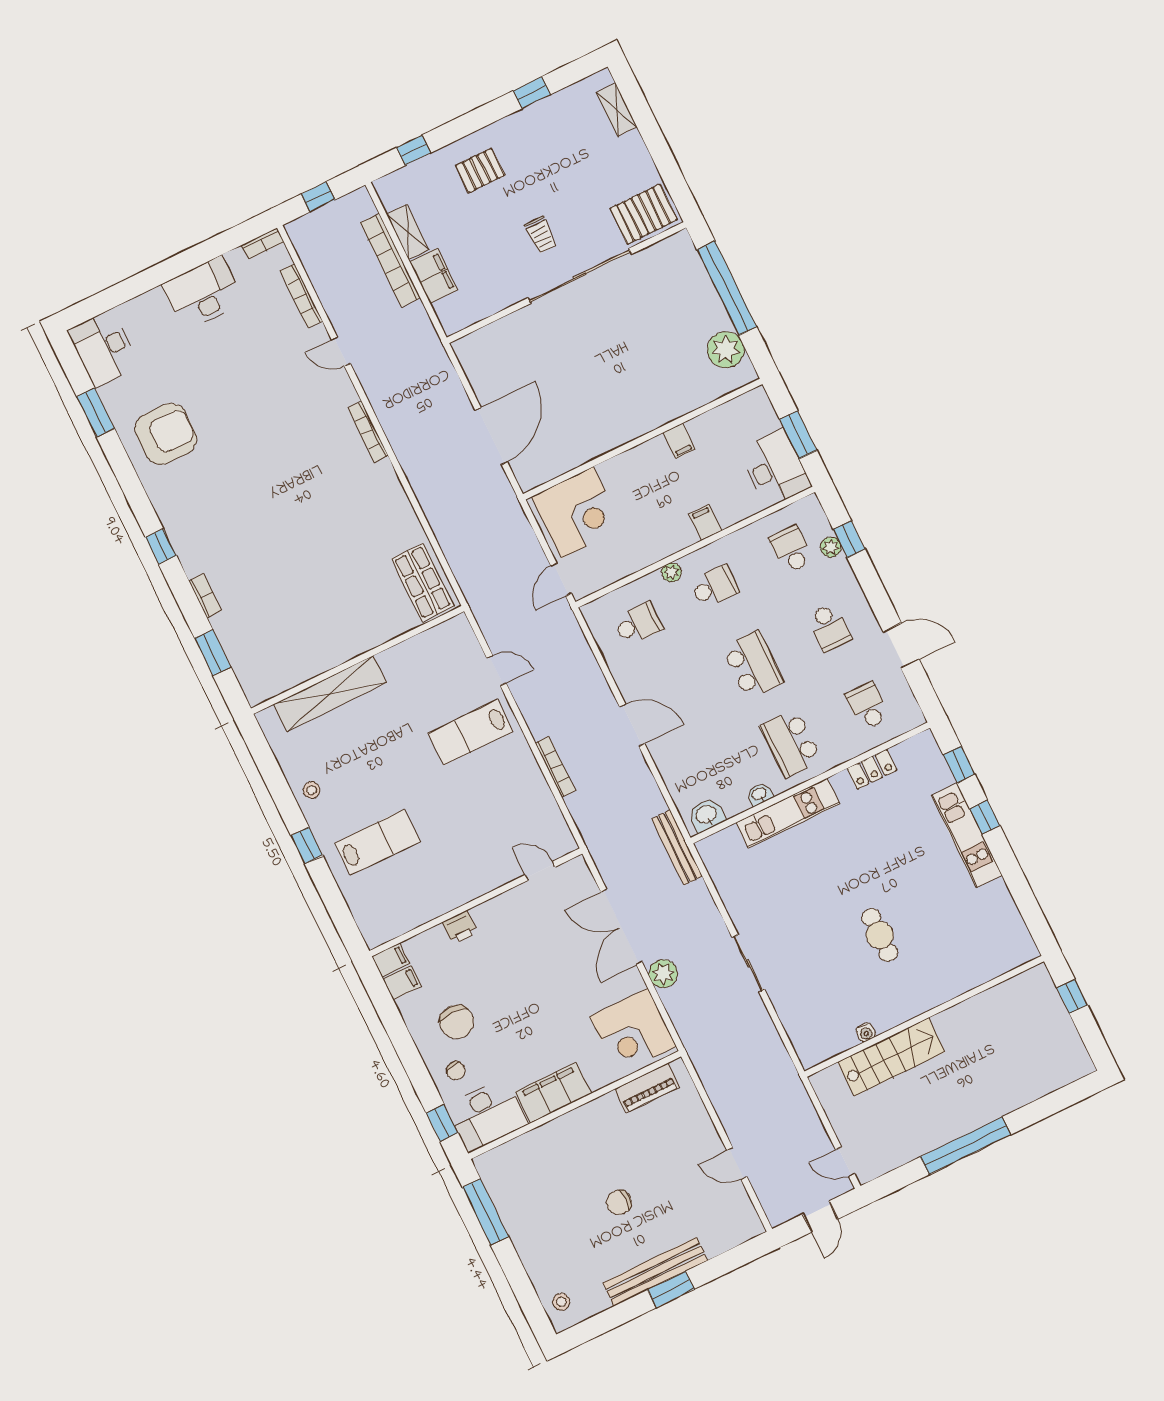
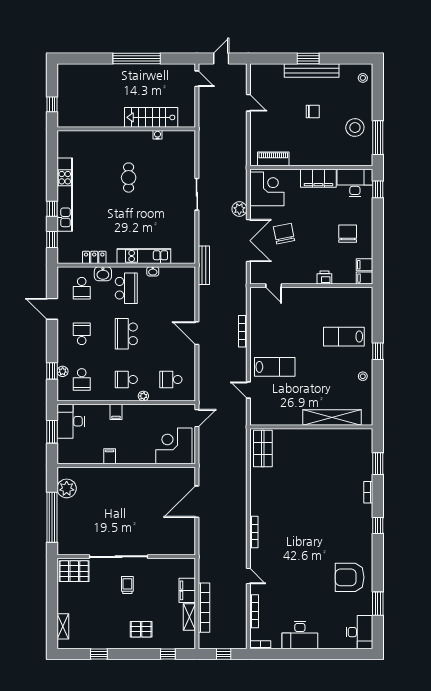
washbasin: (706, 815) -> (103, 274), moved
kitchen unit: (967, 836) -> (65, 195), width x1.36
chair: (456, 1071) -> (284, 234), moved, width x1.87, depth x1.87
stool: (533, 1210) -> (355, 128), added

